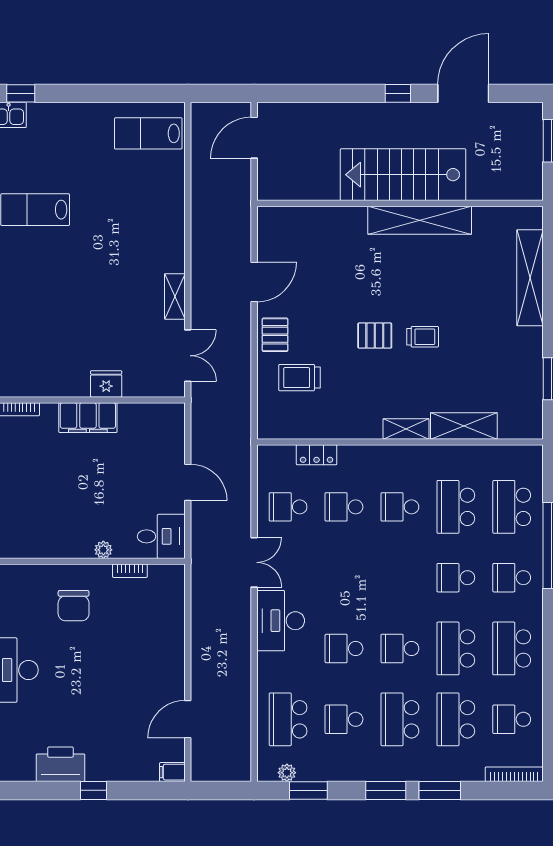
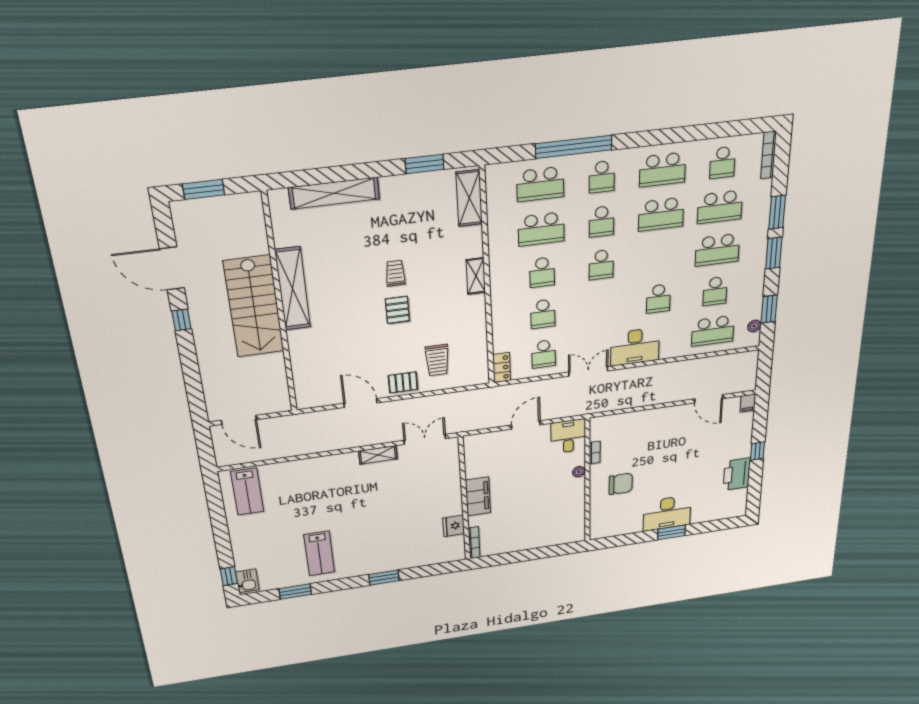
fridge: (106, 384) -> (454, 526), moved
shelving: (464, 426) -> (469, 198), moved
locker: (317, 455) -> (502, 368), moved
school desk: (400, 648) -> (601, 265), moved

